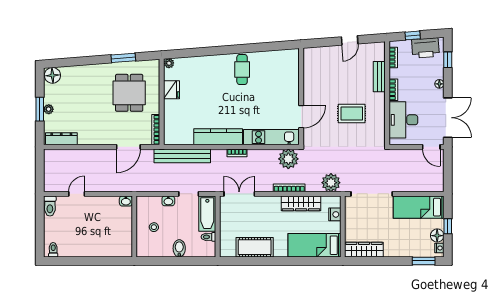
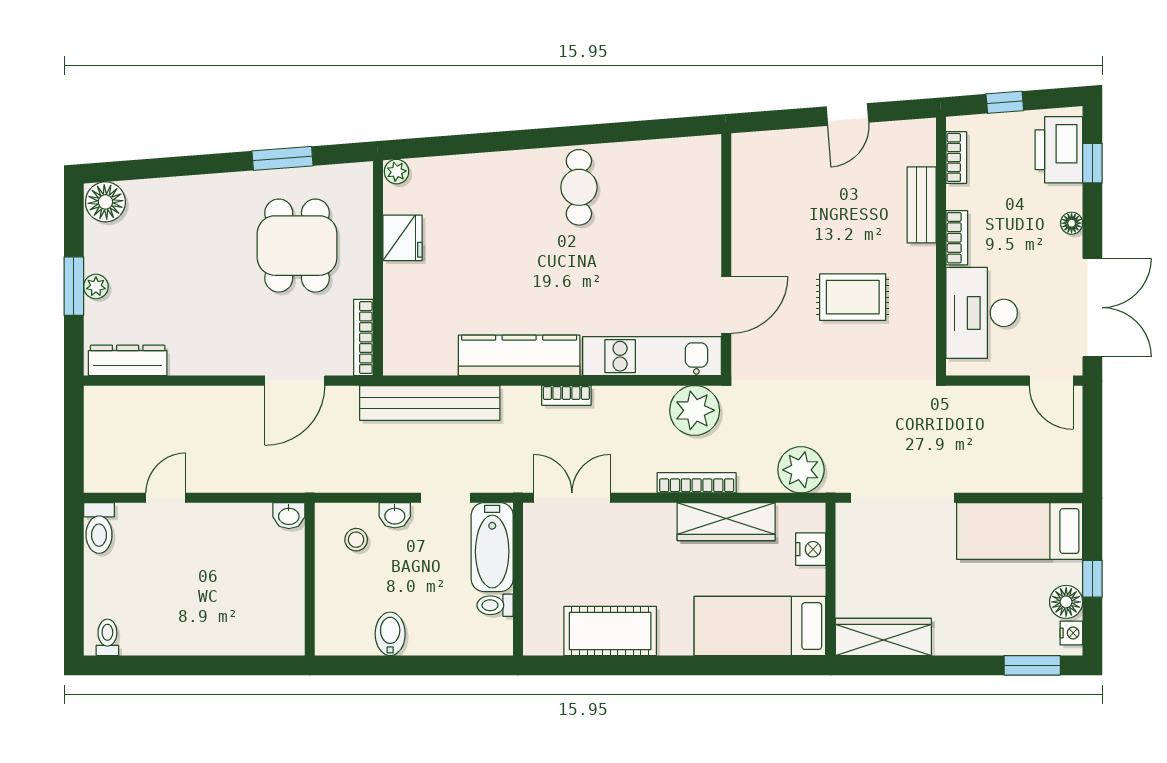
printer: (425, 48) -> (1059, 150), moved, turned 94
stool: (154, 227) -> (356, 540), moved
bidet: (179, 248) -> (390, 634), moved

